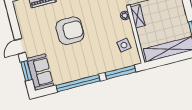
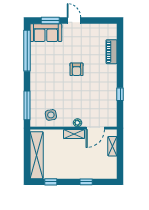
armchair: (70, 31) -> (77, 69), width x0.53, depth x0.53
window: (78, 83) -> (27, 51), moved

